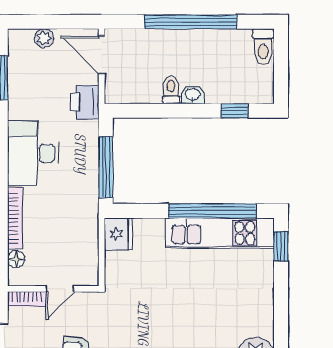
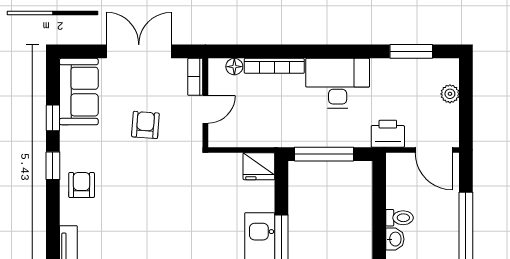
door: (102, 55) -> (434, 150), swing flipped
door: (60, 289) -> (205, 109), swing flipped

